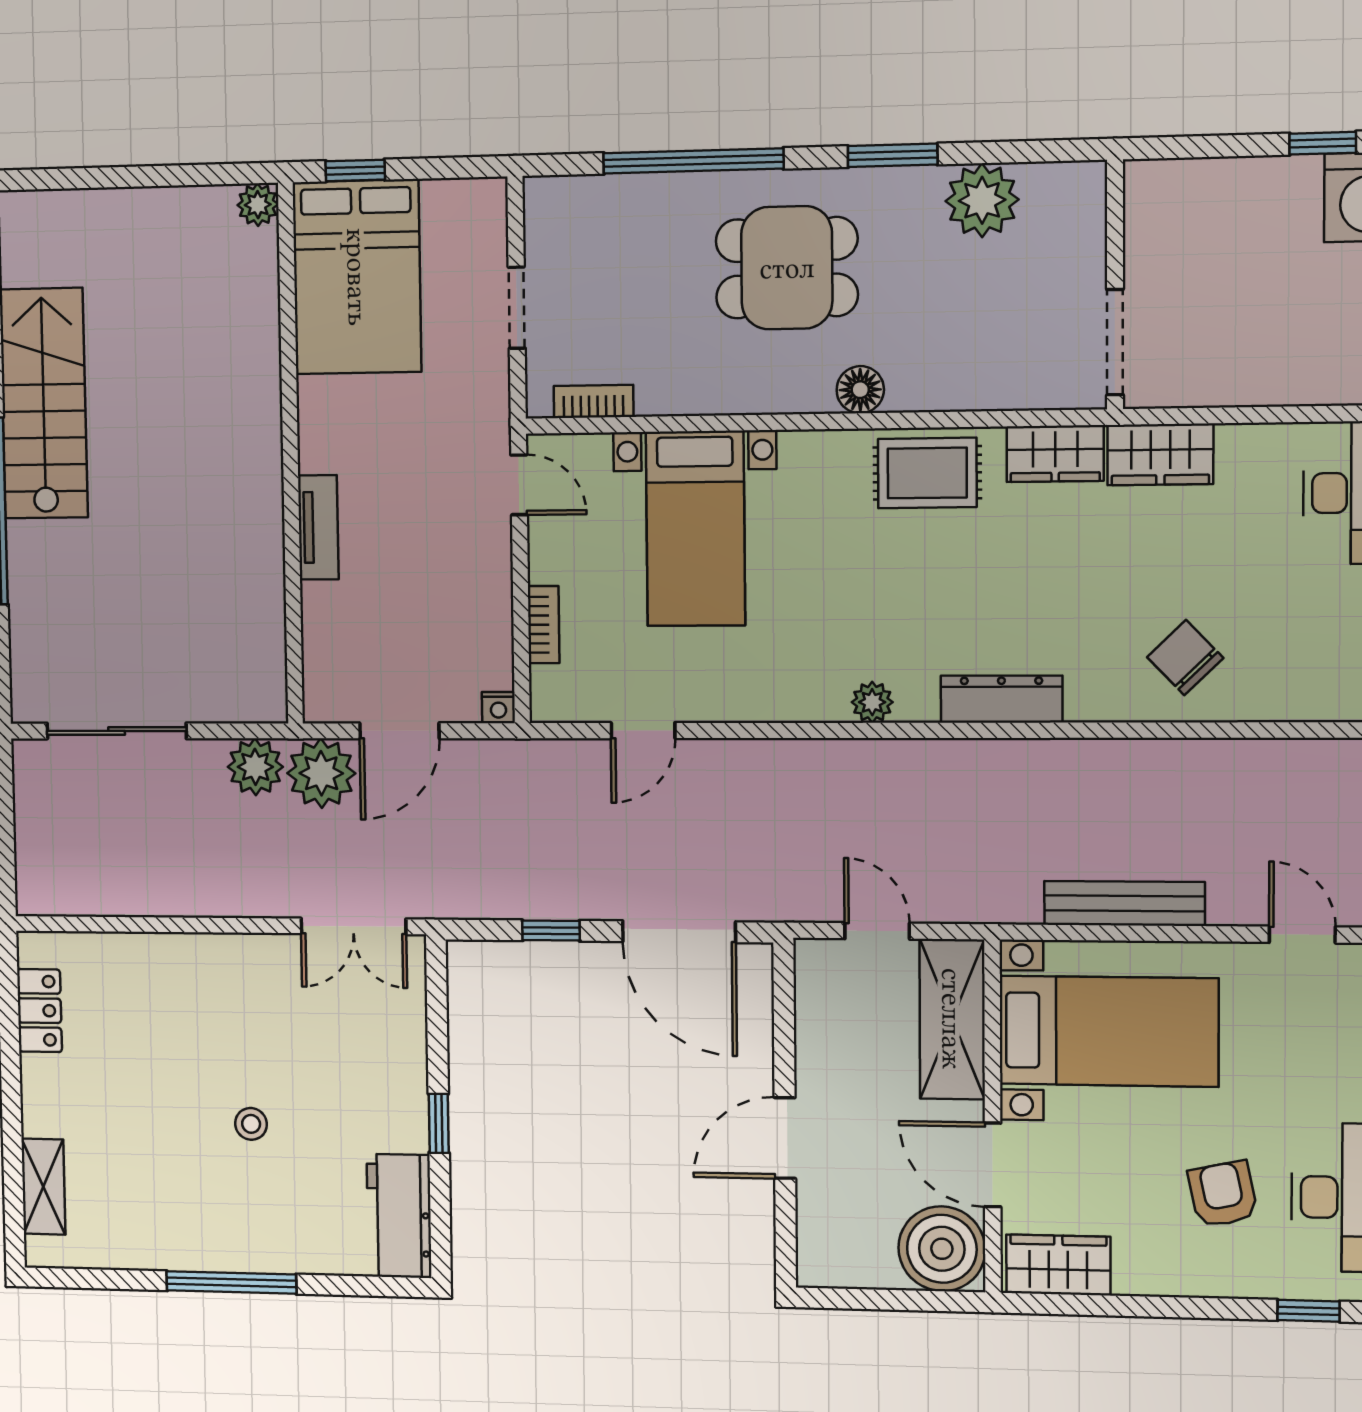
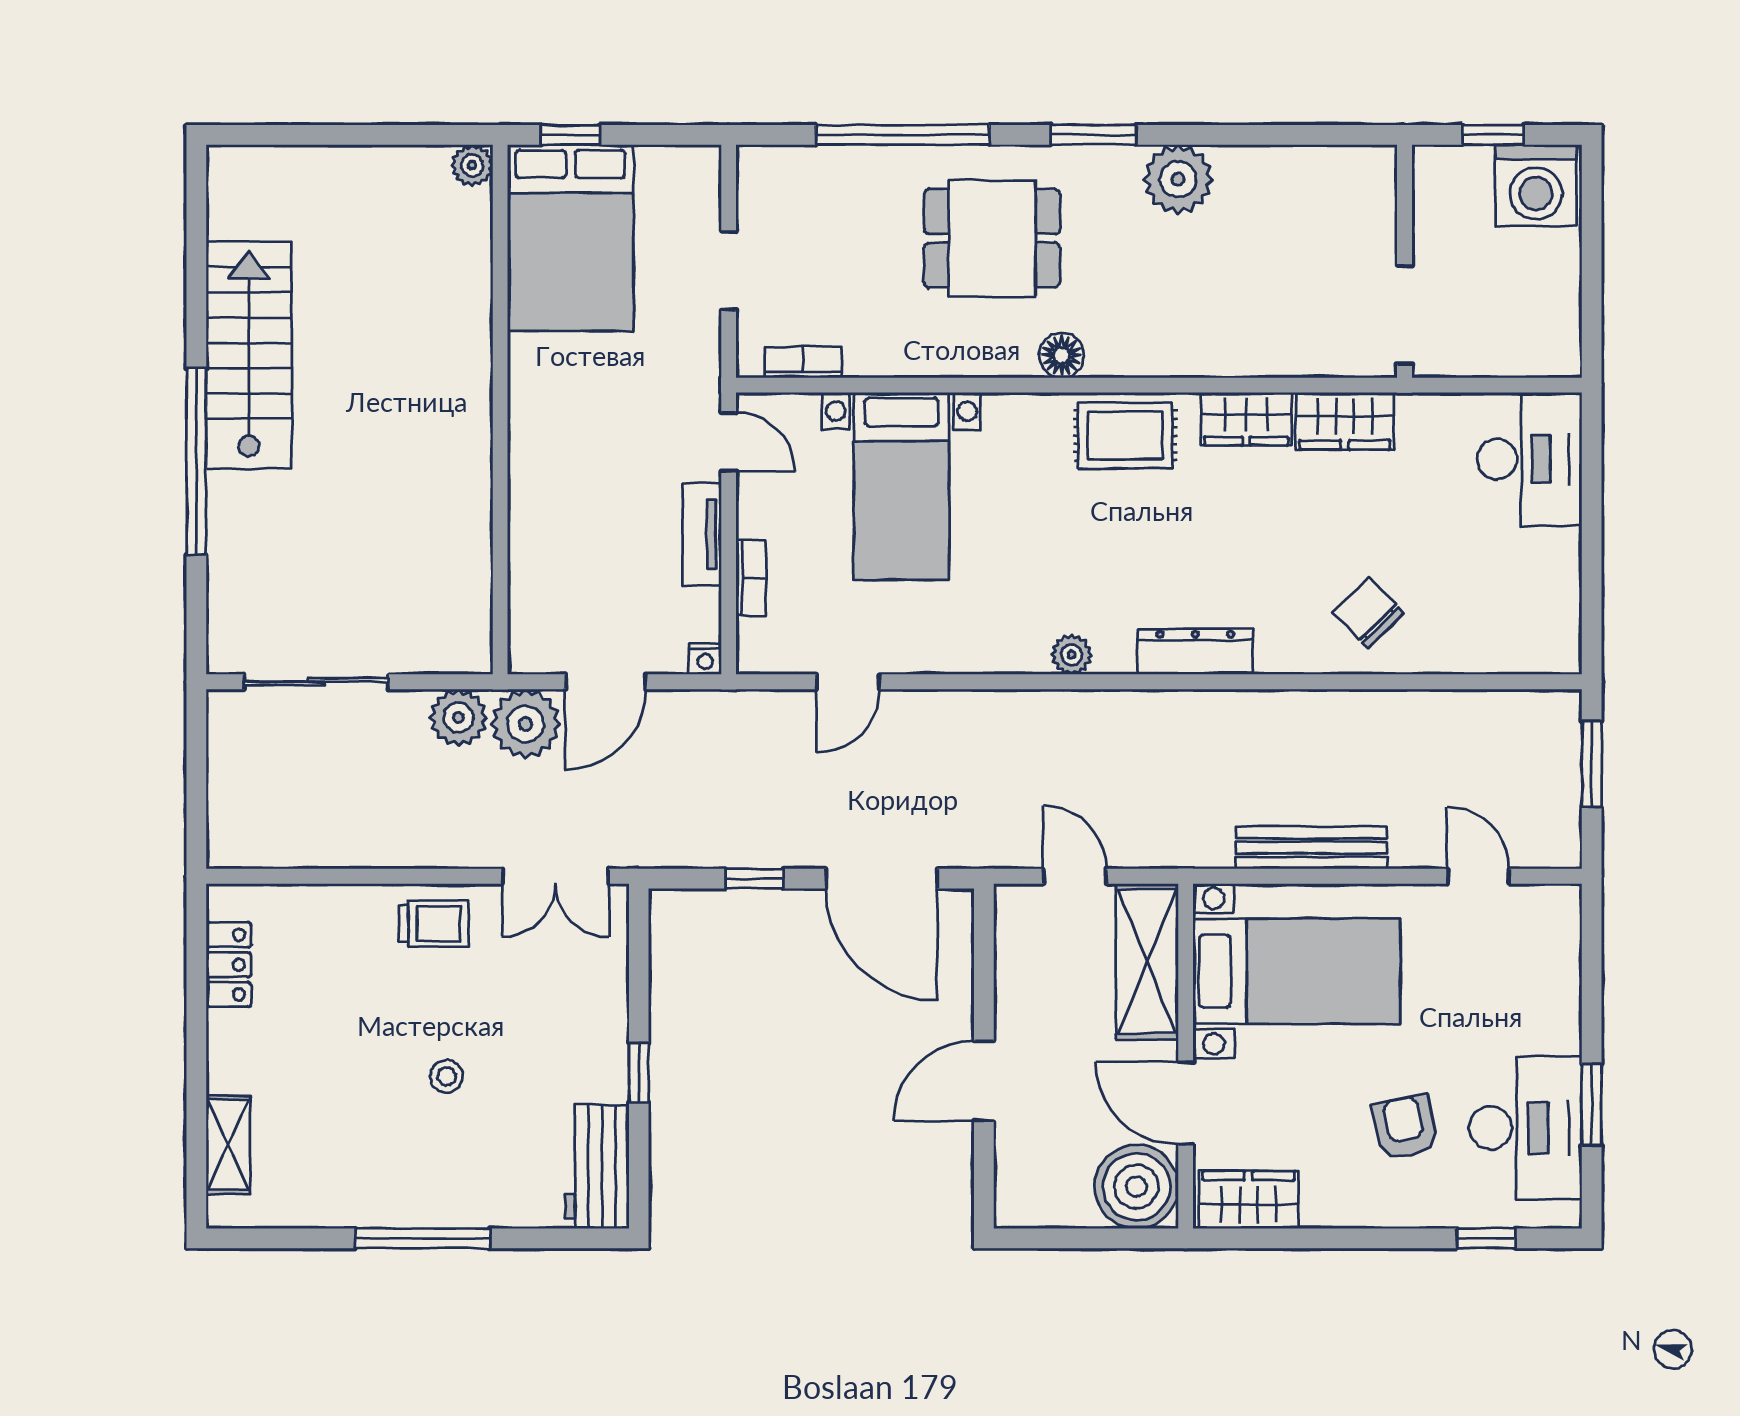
wall: (1115, 285) -> (1404, 261), moved
doorway: (1115, 342) -> (1404, 315), moved
tv unit: (318, 527) -> (702, 534), moved, turned 180
trolley: (235, 972) -> (434, 923), added

